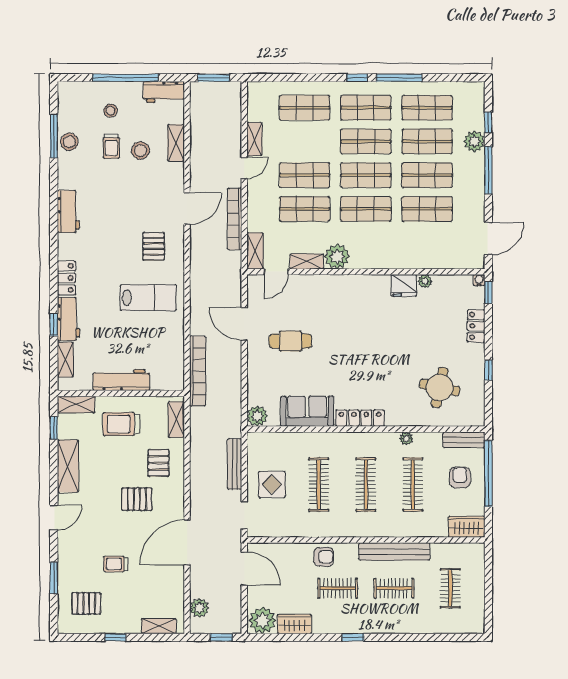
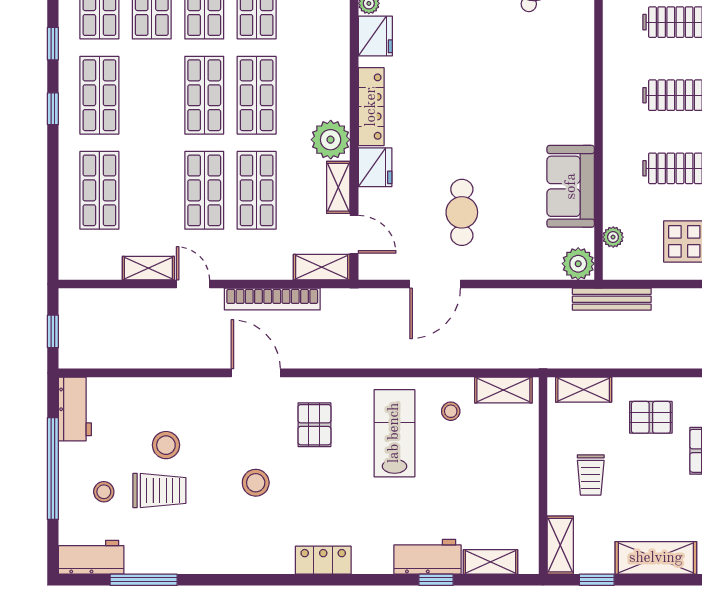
window: (214, 78) -> (53, 331), width x0.67
window: (399, 78) -> (53, 44), width x0.46
shop shelf: (366, 141) -> (152, 95), removed
stool: (69, 142) -> (256, 483), moved
shelving: (176, 143) -> (503, 390), moved
trolley: (111, 146) -> (159, 490), width x1.36, depth x1.39
workbench: (68, 211) -> (91, 557), moved
pallet: (154, 246) -> (314, 425), turned 90
locker: (66, 278) -> (323, 560), moved
fridge: (319, 285) -> (375, 167), added
stool: (162, 334) -> (451, 411), added
bookcase: (198, 371) -> (508, 356), removed
workbench: (121, 380) -> (522, 475), removed
locker: (360, 418) -> (371, 107), moved, turned 180
trolley: (121, 424) -> (591, 475), width x0.73, depth x0.72
plant: (406, 438) -> (613, 237), moved
bench: (234, 464) -> (612, 299), moved

